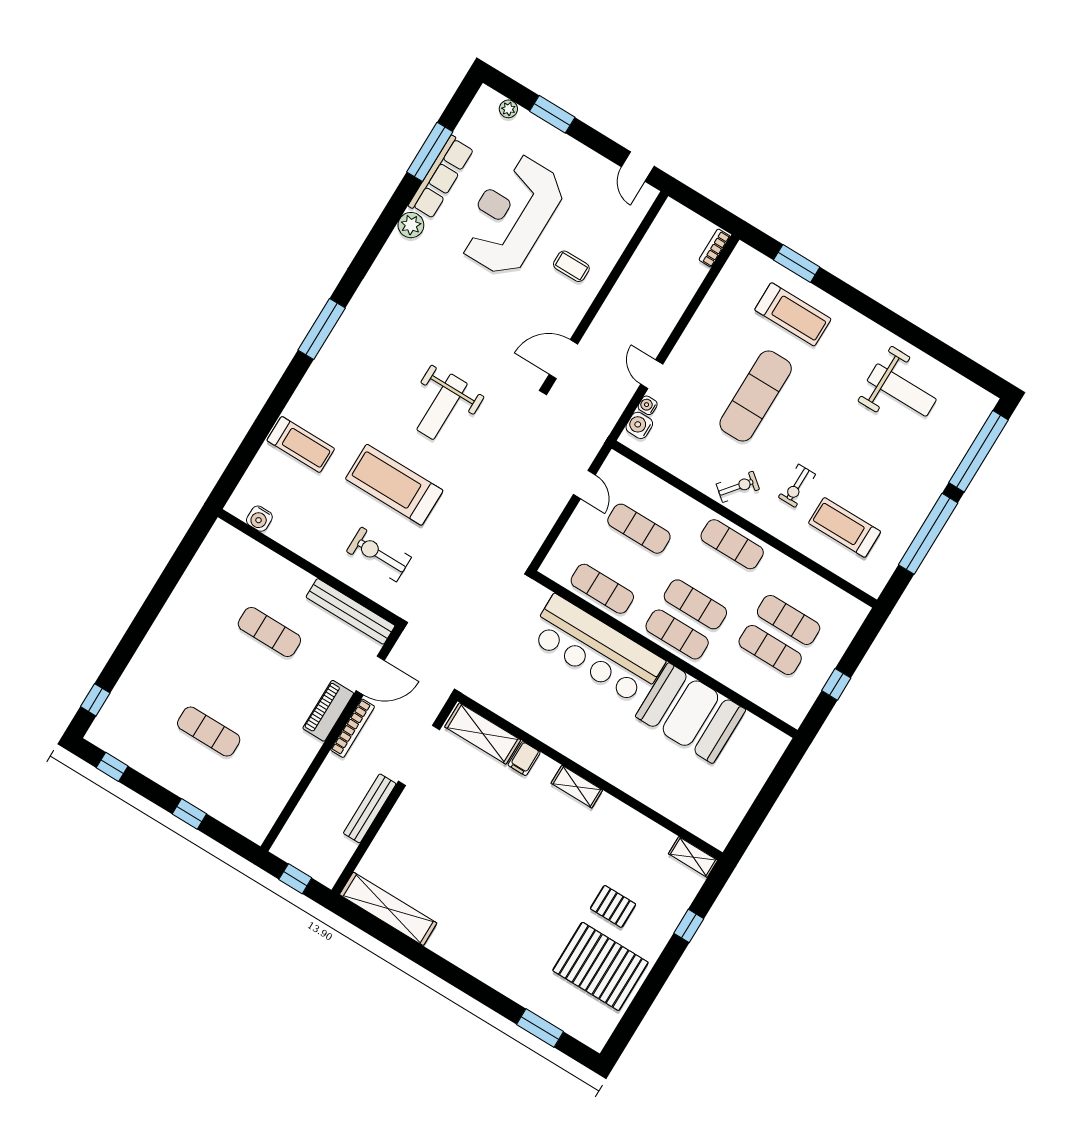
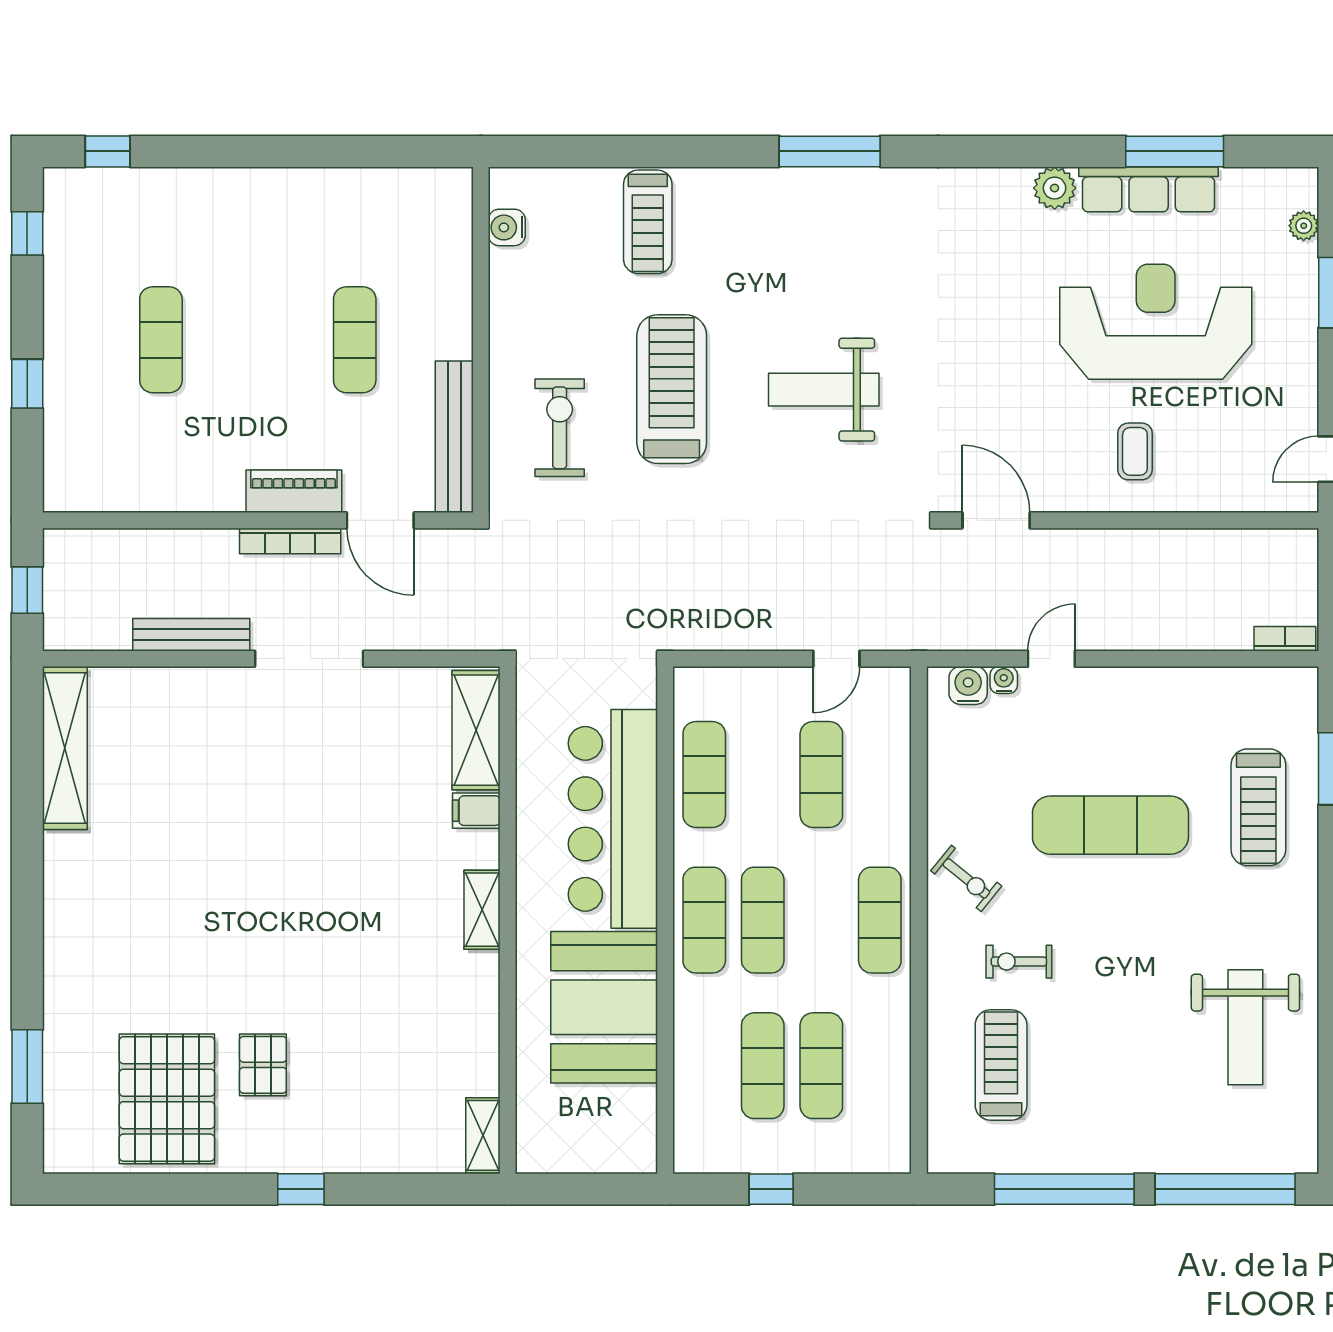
shelving: (483, 733) -> (476, 730), moved
filing cabinet: (524, 759) -> (476, 811), moved
wall: (590, 777) -> (508, 920), moved
shelving: (577, 787) -> (482, 910), moved
shelving: (693, 857) -> (483, 1135), moved

